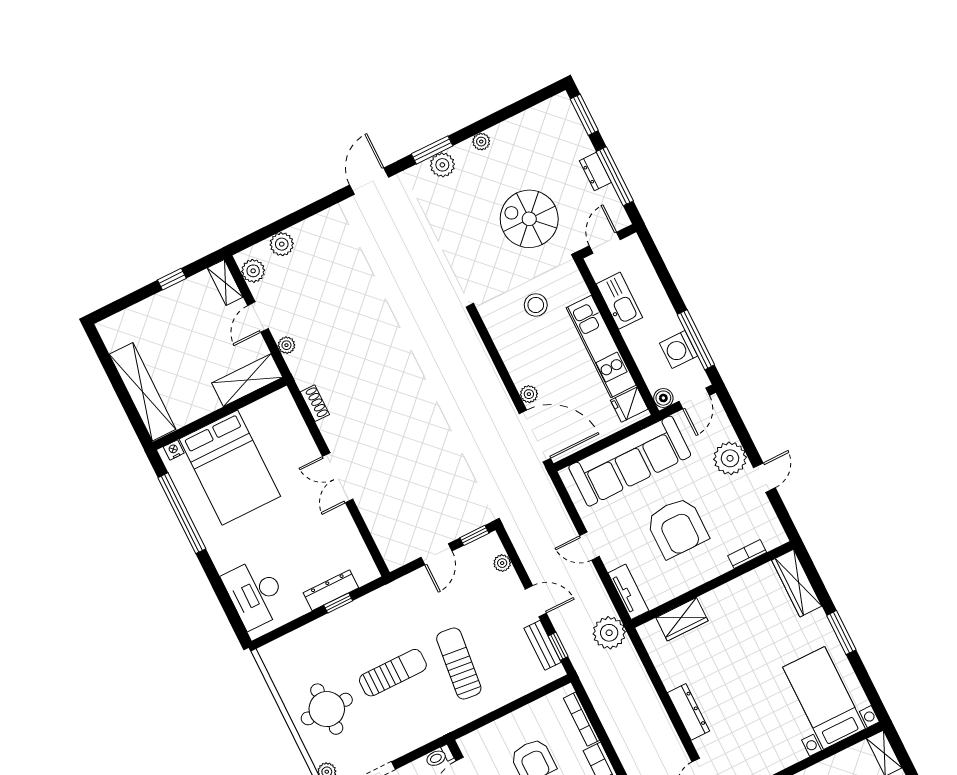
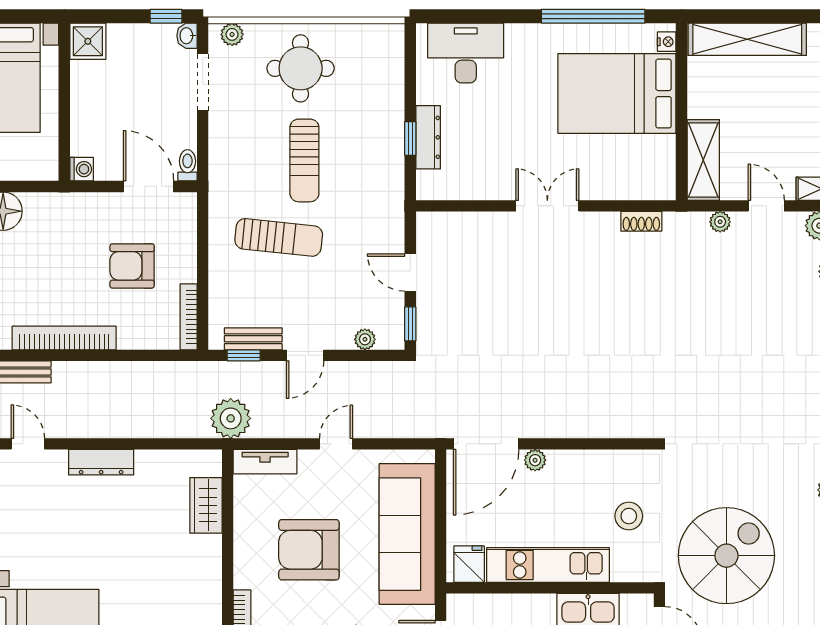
spiral stairs: (529, 219) -> (726, 556), width x1.37, depth x1.37
boiler: (663, 398) -> (458, 605), removed
bookcase: (582, 719) -> (189, 317), moved, turned -90

